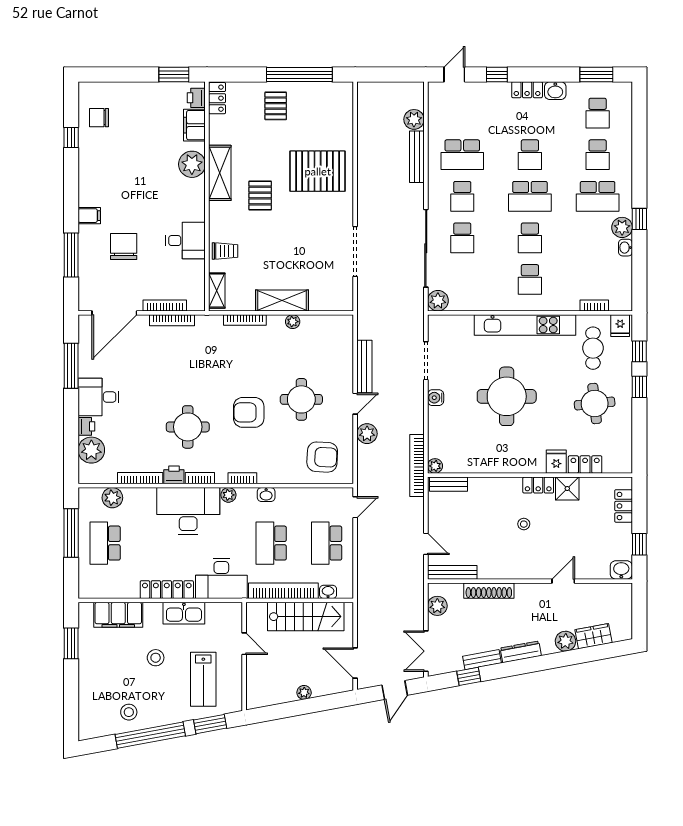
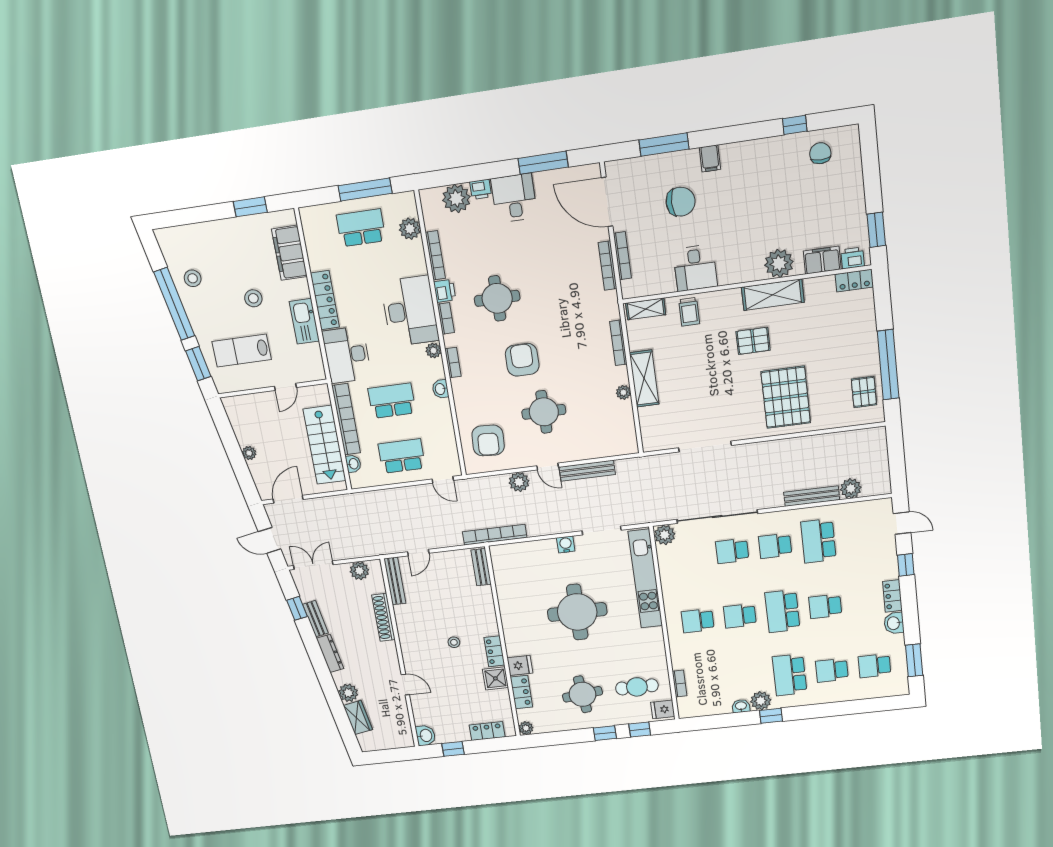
pallet: (276, 106) -> (864, 392), moved, turned 90
kitchen unit: (525, 325) -> (645, 579), moved
plant: (435, 466) -> (526, 728), moved

